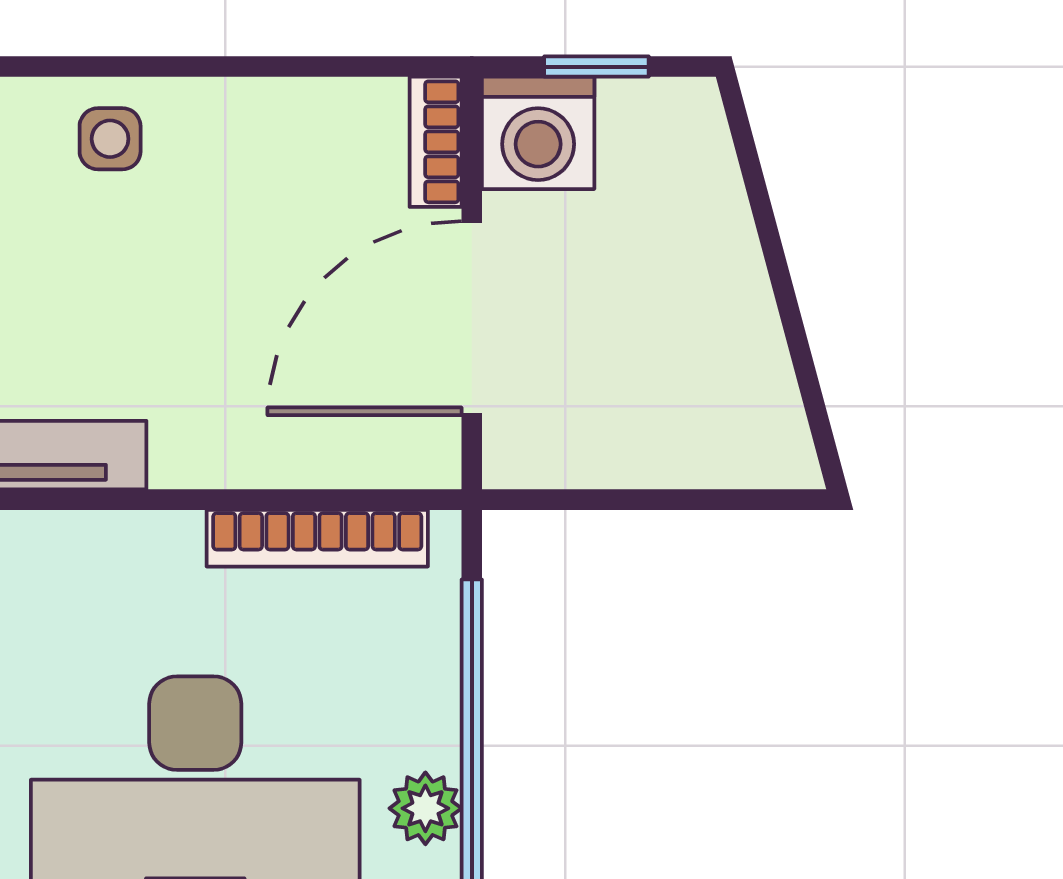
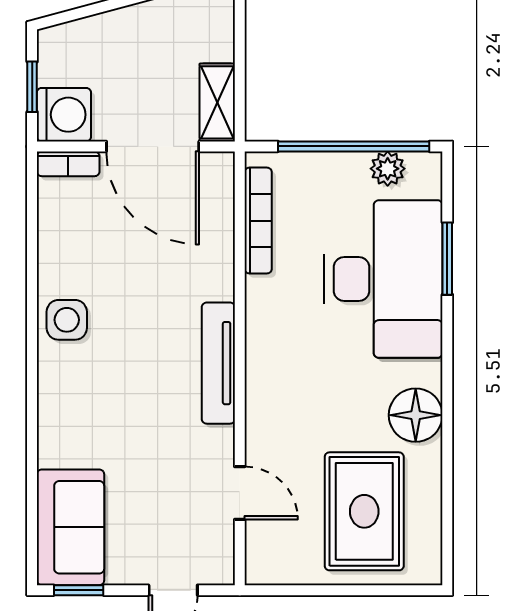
side table: (110, 139) -> (67, 320), width x1.37, depth x1.37
shelving: (564, 453) -> (217, 102), added

